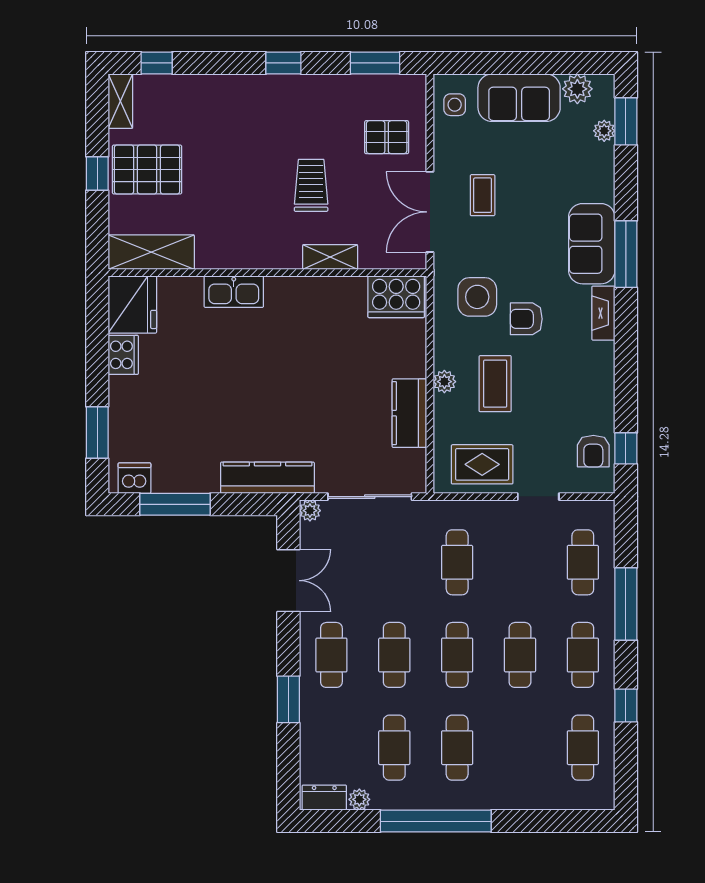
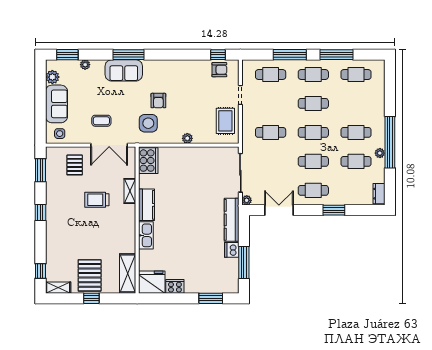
plant: (604, 131) -> (85, 65), moved
fireplace: (603, 313) -> (156, 65), removed
coffee table: (495, 384) -> (188, 115), removed
kitchen counter: (409, 413) -> (147, 205), moved, turned -90
dishwasher: (134, 478) -> (232, 250), moved
window: (626, 706) -> (337, 55), width x2.17
plant: (359, 799) -> (380, 153), moved

